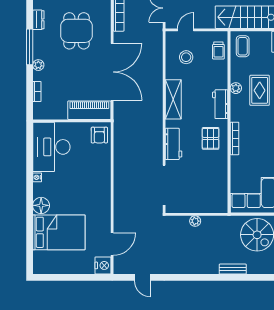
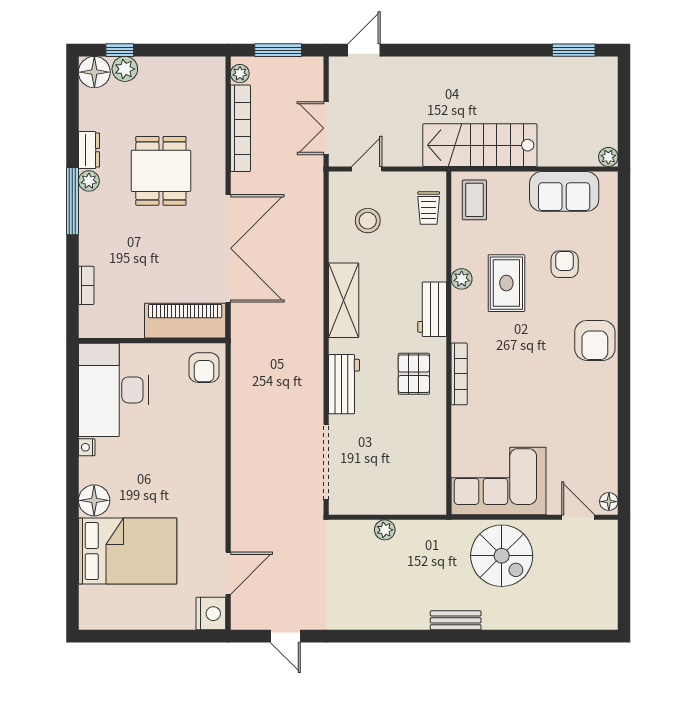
plant: (38, 65) -> (89, 181), moved

